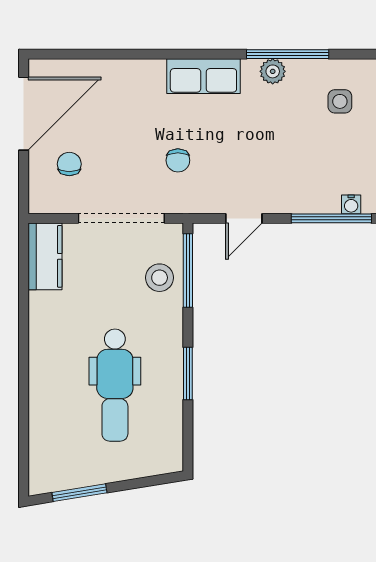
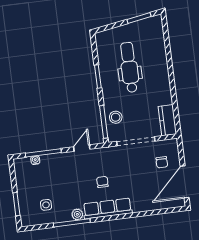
row of seats: (203, 76) -> (108, 208), width x1.48
chair: (178, 160) -> (102, 182), moved

